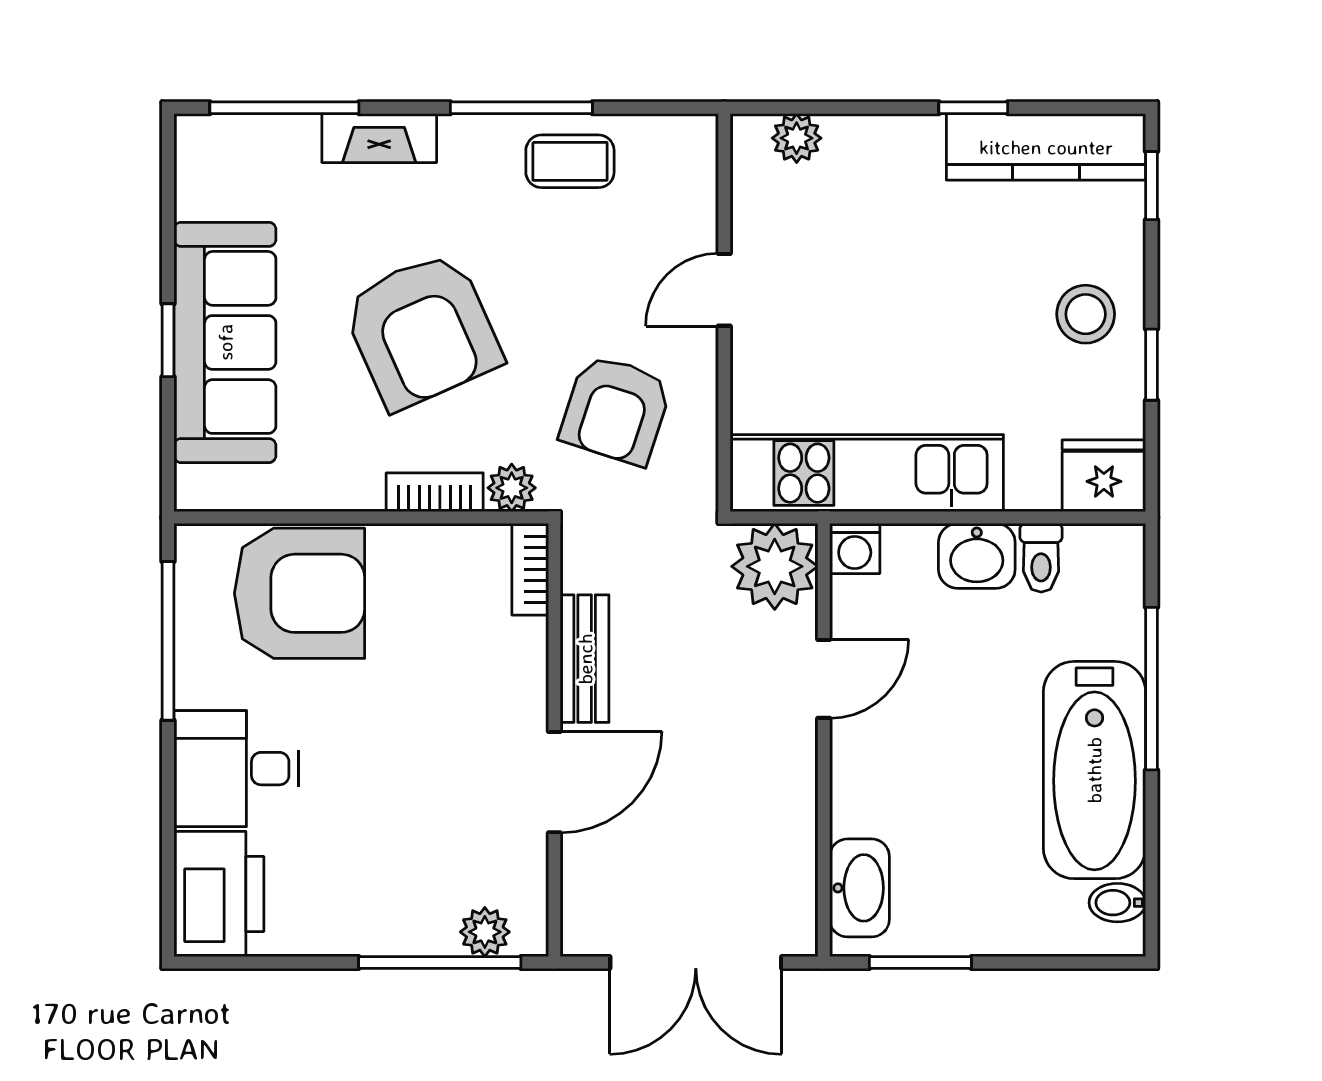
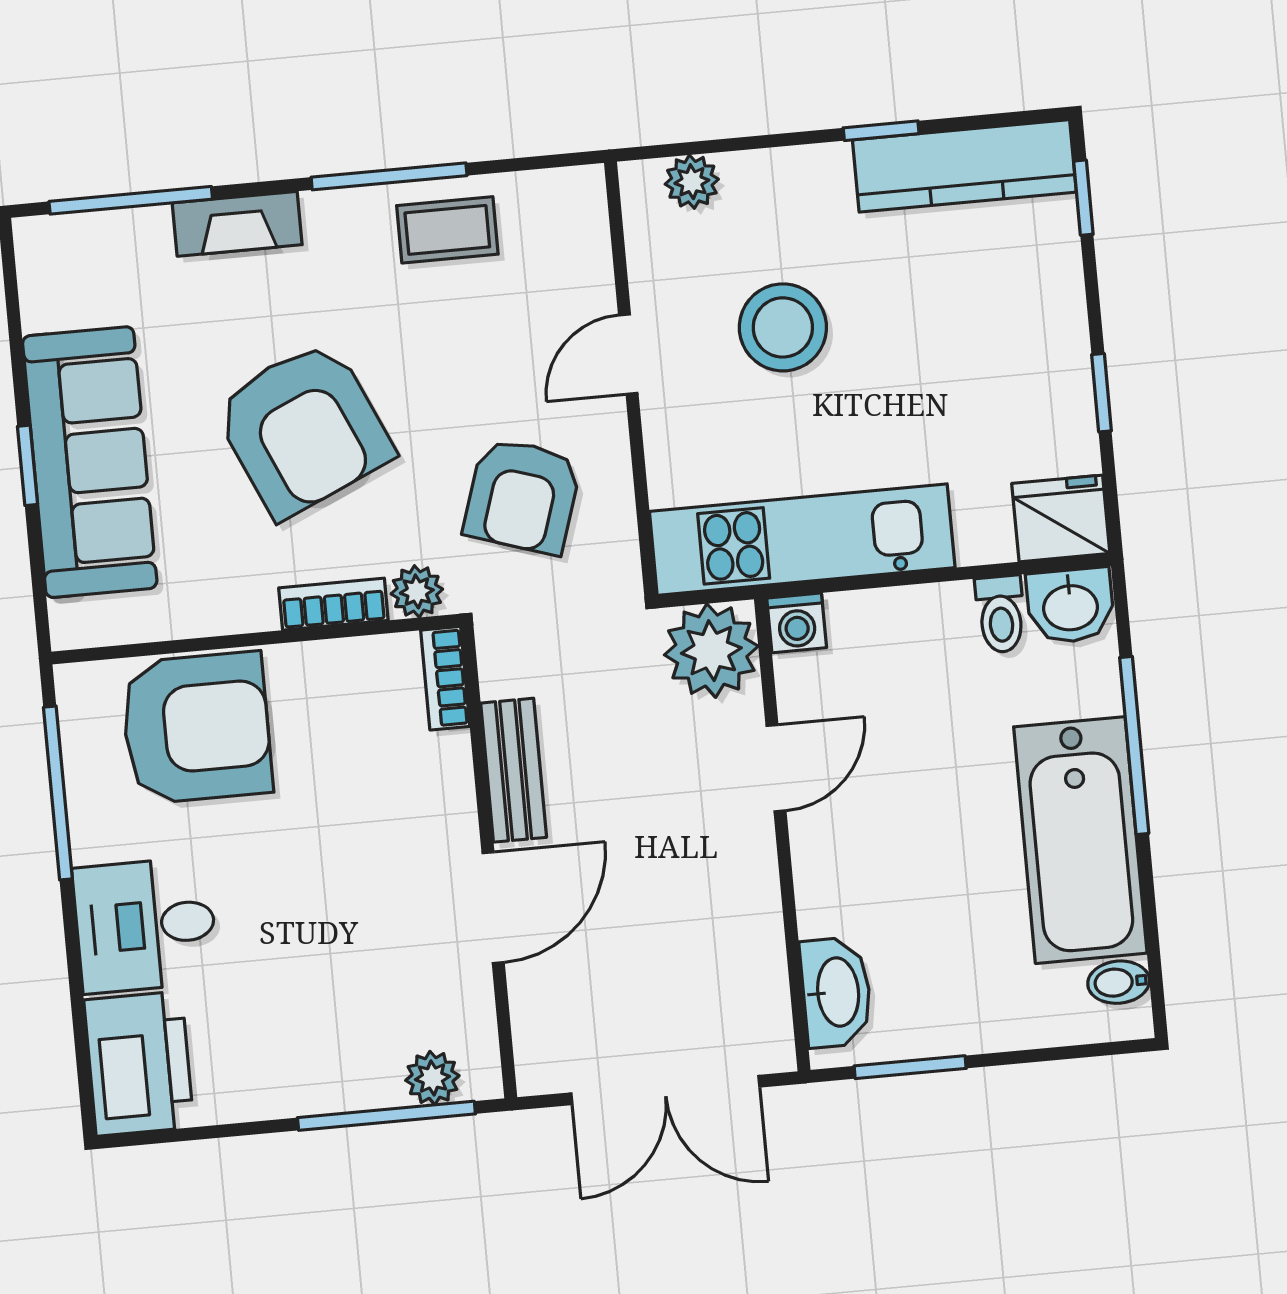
stool: (1086, 314) -> (783, 327), moved, width x1.38, depth x1.38
washbasin: (977, 556) -> (1070, 606), moved

